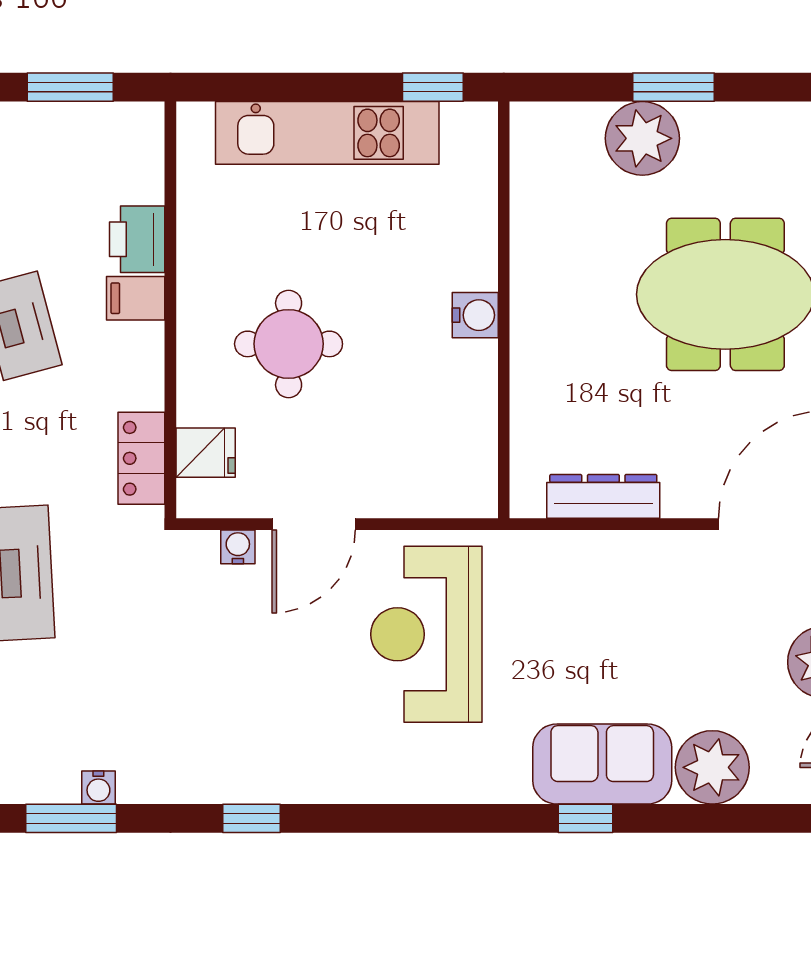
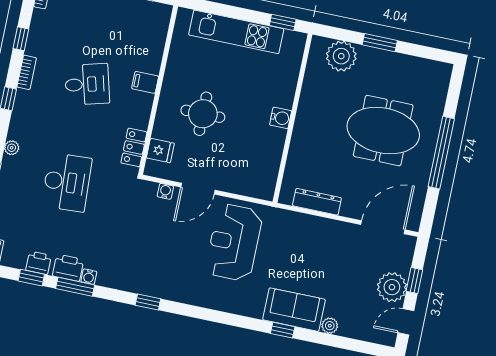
plant: (642, 138) -> (341, 56), moved
printer: (137, 239) -> (68, 268), moved, turned 90
plant: (712, 767) -> (330, 326), width x0.53, depth x0.53

